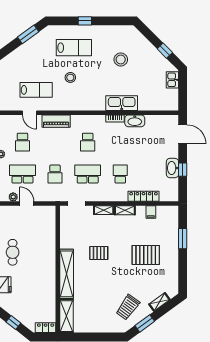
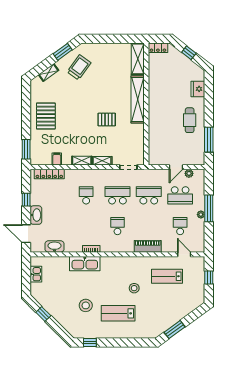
window: (85, 21) -> (90, 343), moved
lab bench: (74, 48) -> (118, 313), moved
kitchen sink: (172, 80) -> (36, 274), moved
door: (29, 113) -> (184, 254), moved
washbasin: (135, 121) -> (54, 246), moved
washbasin: (172, 168) -> (36, 215), moved
school desk: (55, 174) -> (149, 195), width x1.85
school desk: (88, 174) -> (117, 195), turned 180
school desk: (120, 174) -> (86, 195), turned 180
locker: (144, 196) -> (49, 174), moved
door: (27, 203) -> (176, 167), hinge flipped
window: (183, 239) -> (26, 149), moved
pallet: (146, 255) -> (46, 116), moved, turned 90

